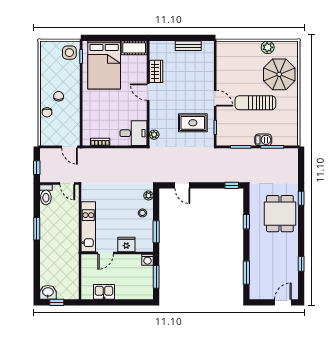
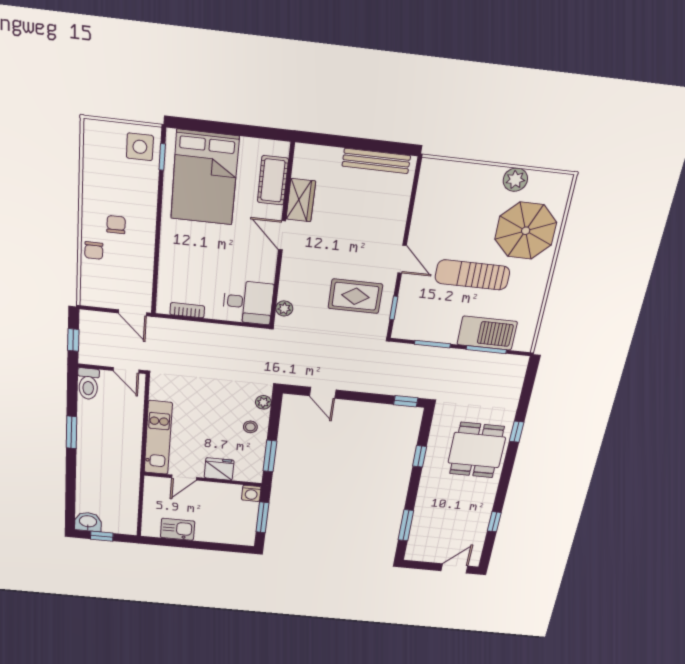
bench: (188, 46) -> (376, 161), width x1.36
cot: (134, 48) -> (273, 180), moved, turned 90
barbecue: (263, 140) -> (487, 333), width x1.88, depth x1.53

